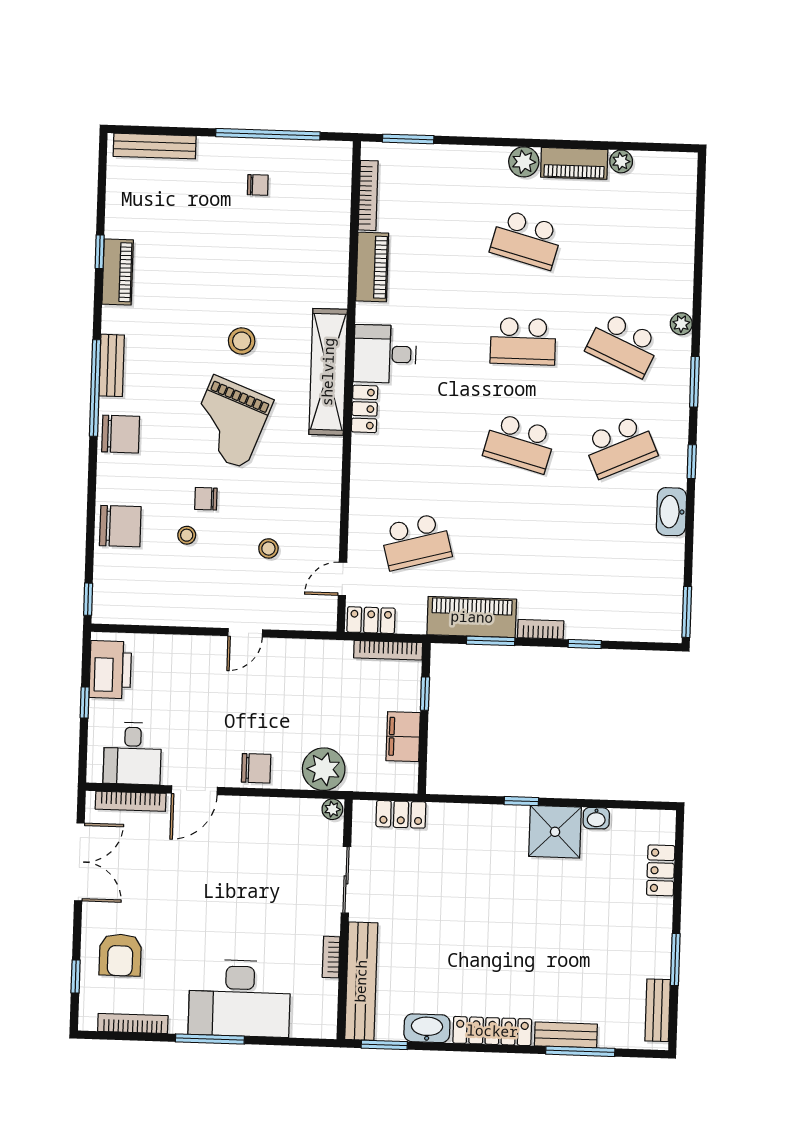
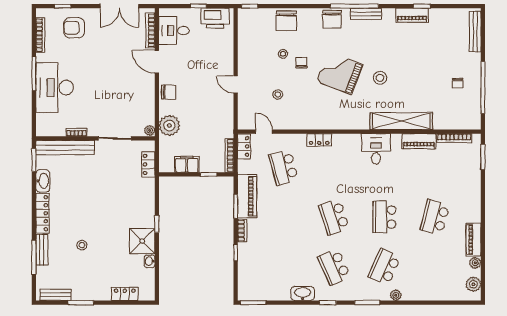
plant: (524, 162) -> (473, 284), moved
shelving: (328, 372) -> (401, 121), moved
locker: (365, 409) -> (319, 140), moved
school desk: (520, 443) -> (334, 217), turned -33
chair: (256, 768) -> (169, 92), turned -90
stool: (559, 954) -> (82, 245), added

